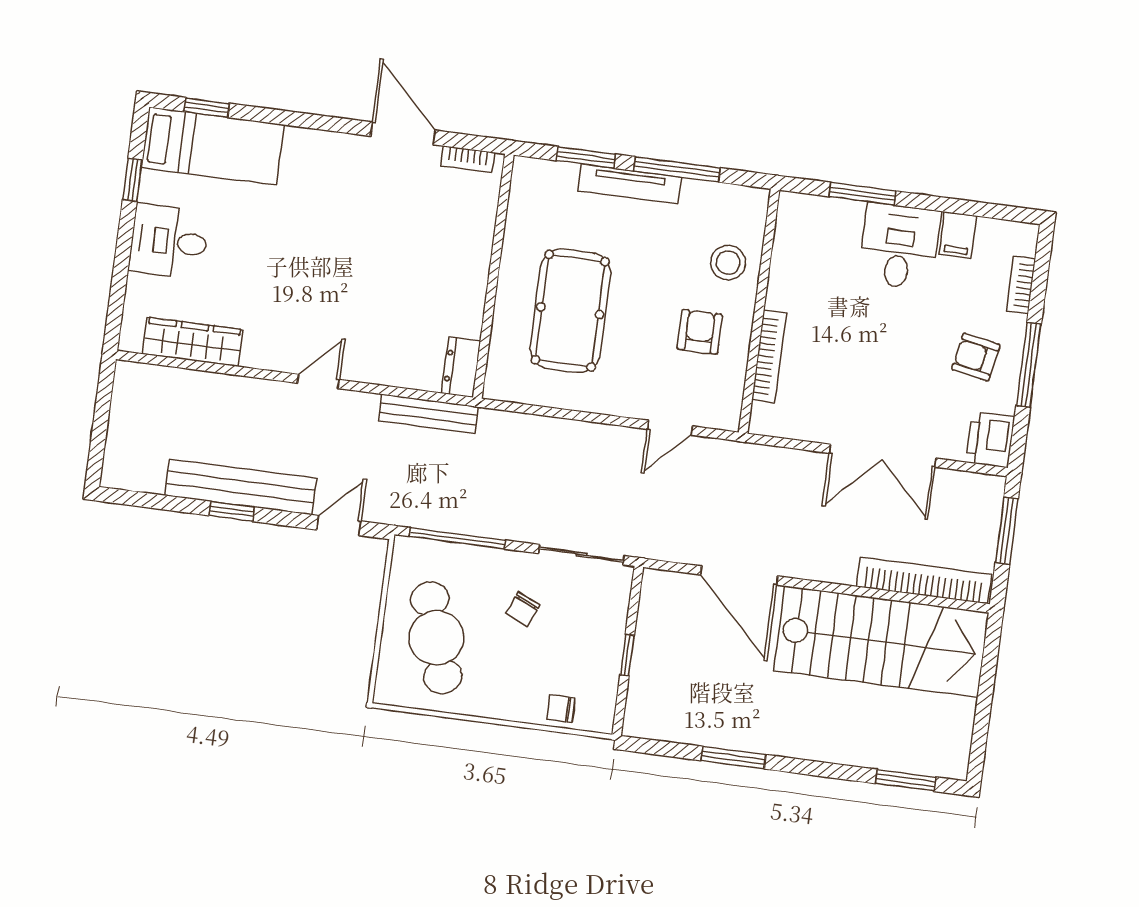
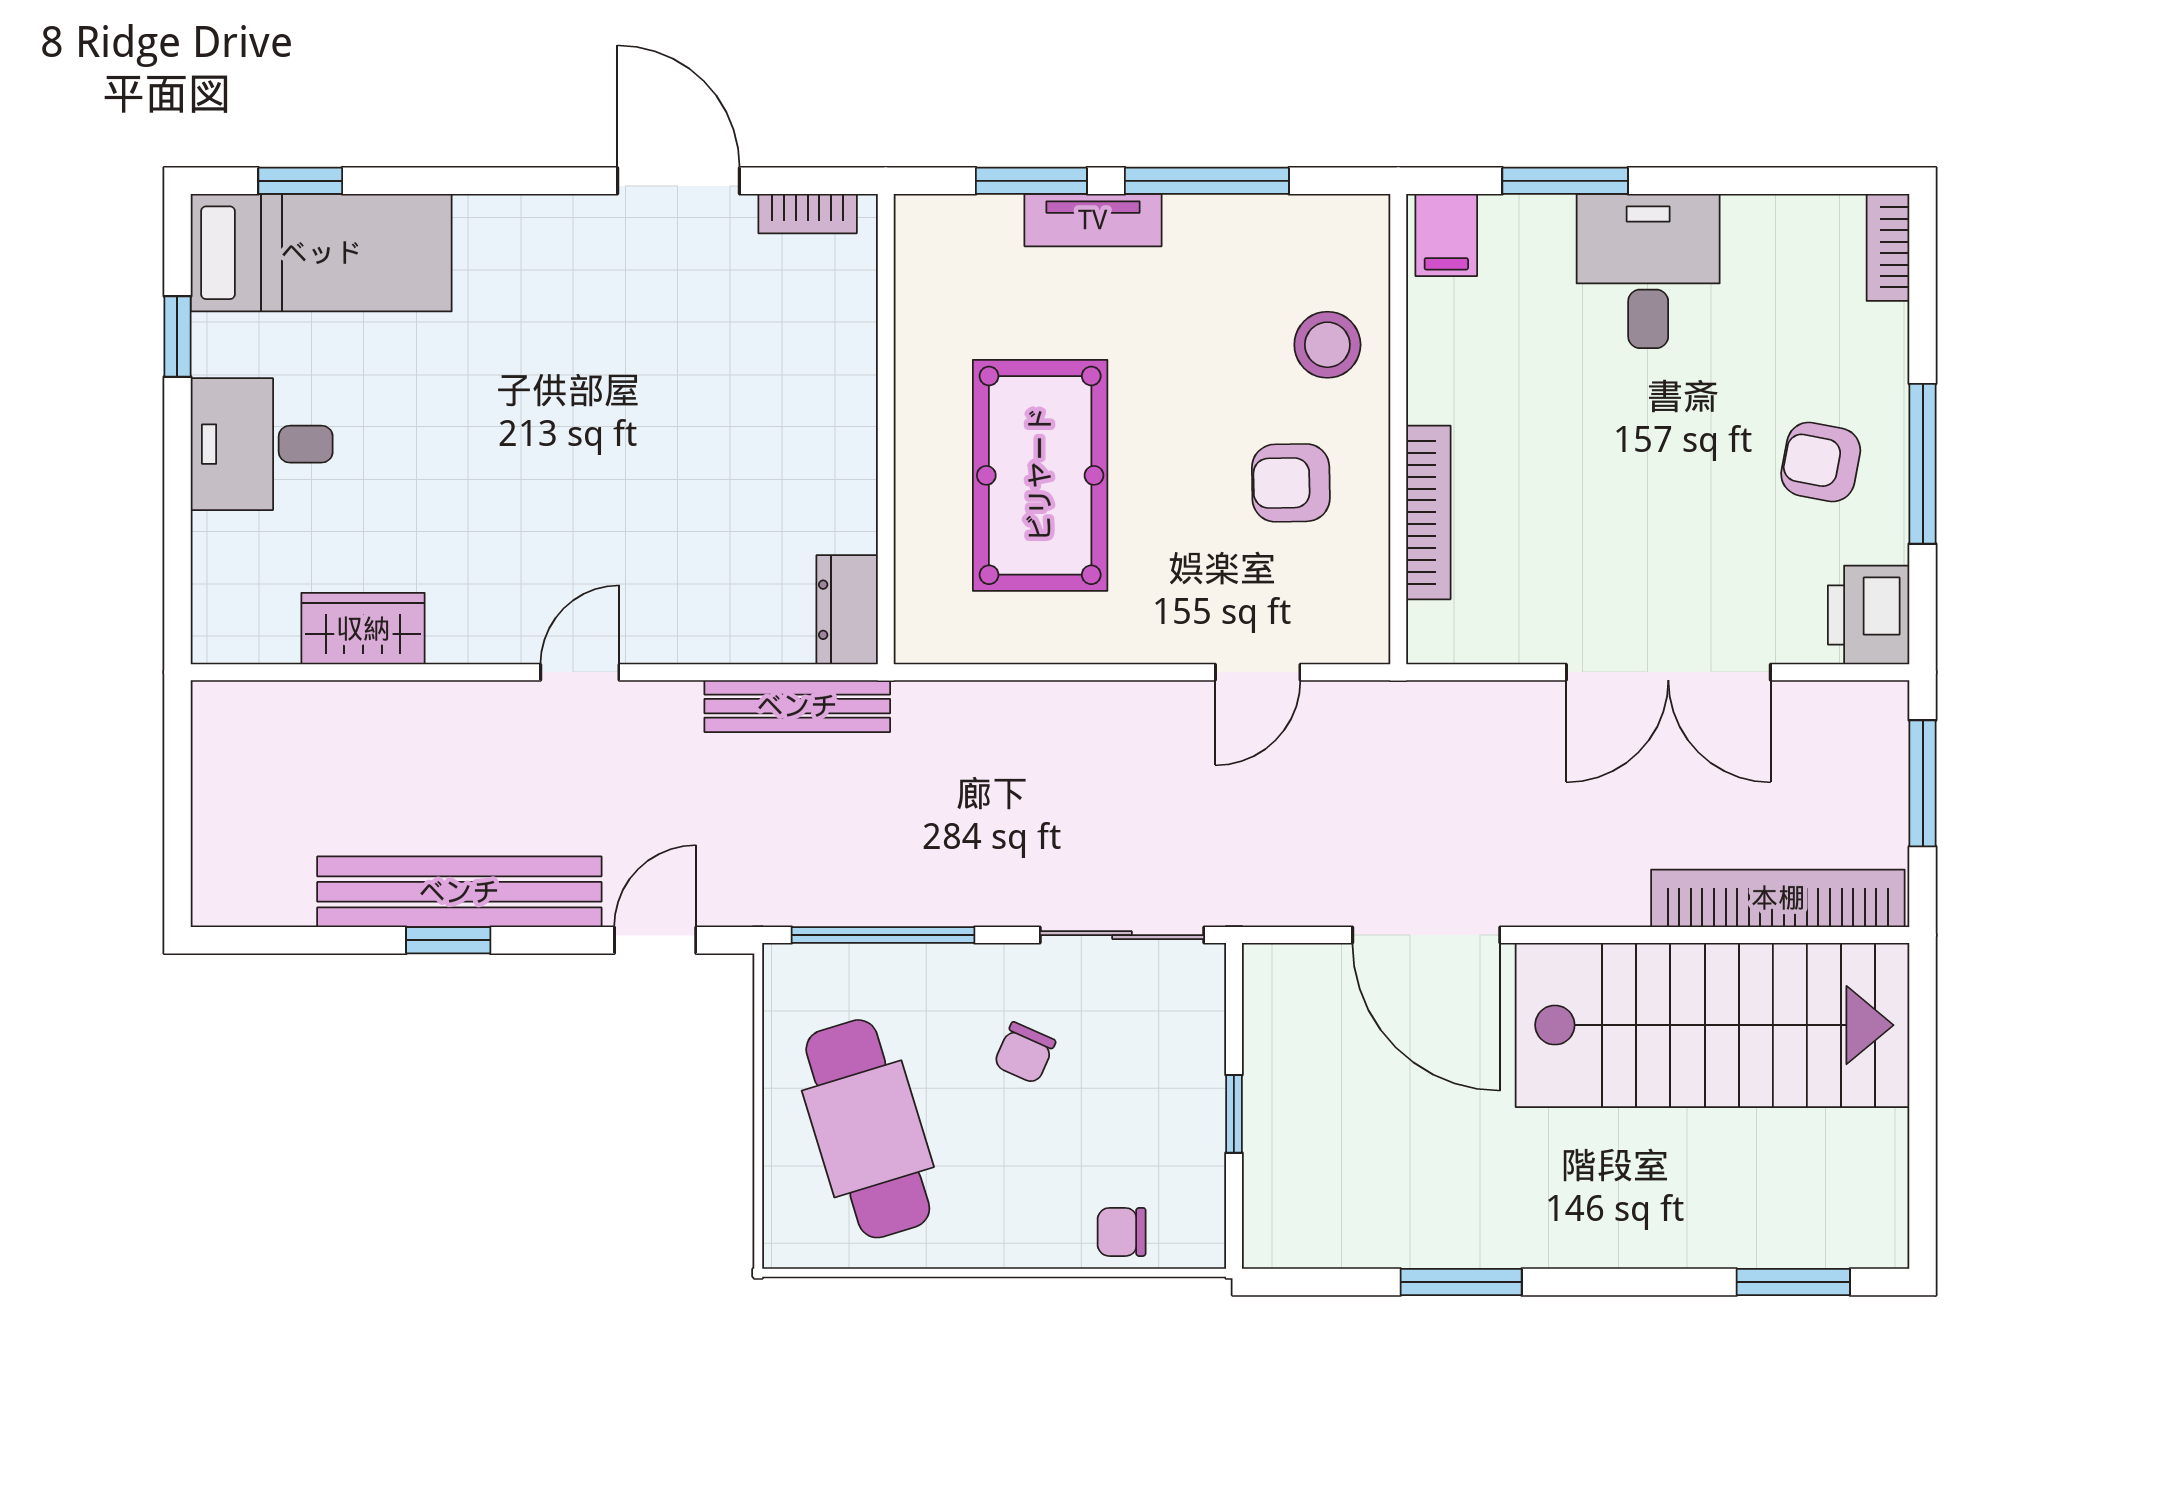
tv unit: (630, 184) -> (1093, 220), width x0.71
filing cabinet: (958, 235) -> (1446, 235), moved
bookcase: (1021, 285) -> (1888, 247), moved
armchair: (700, 332) -> (1291, 483), turned -91
wardrobe: (193, 342) -> (363, 629), width x0.67

